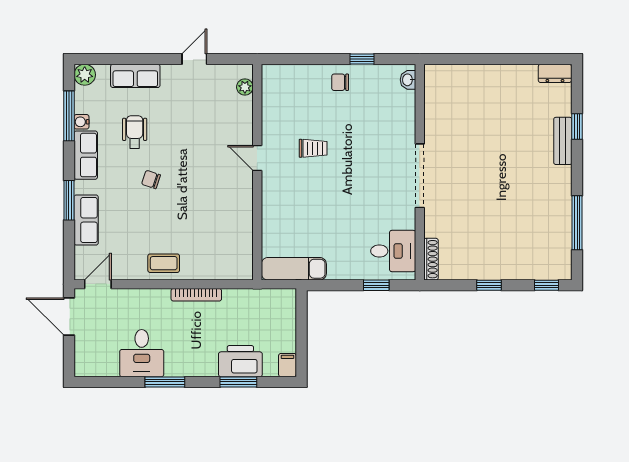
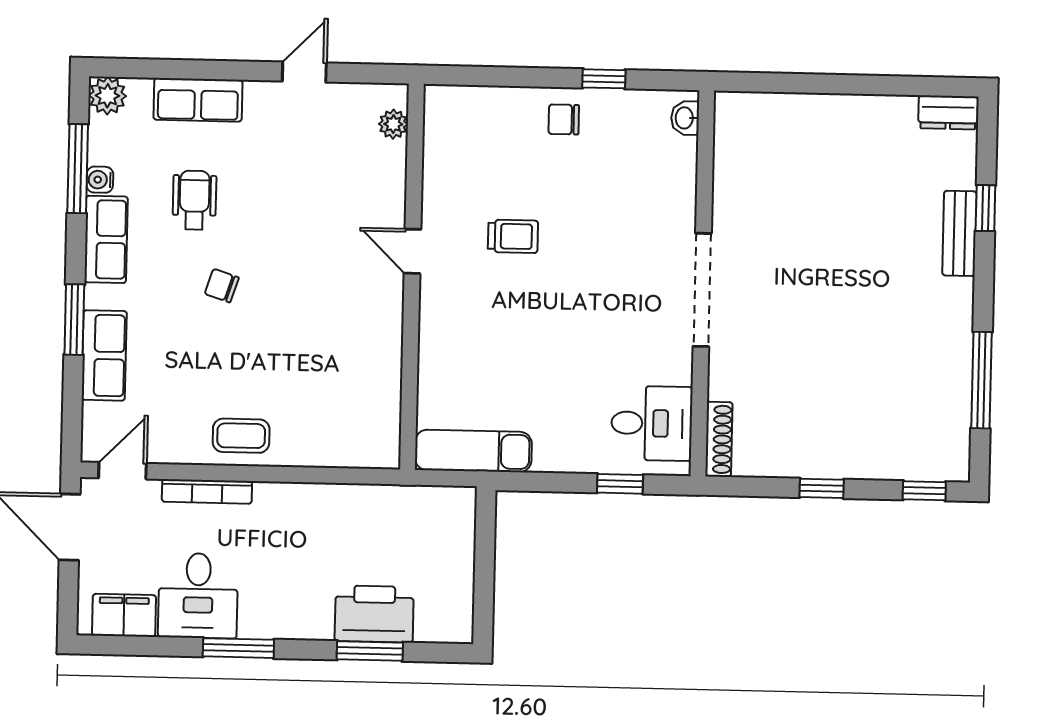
bookcase: (196, 295) -> (207, 491), moved
filing cabinet: (287, 365) -> (124, 615), moved, width x2.00

